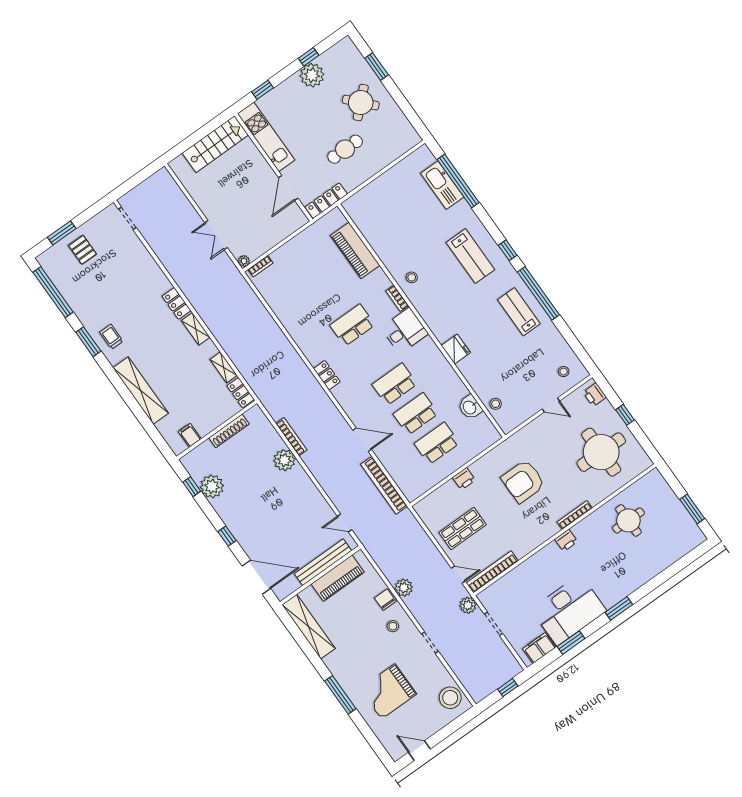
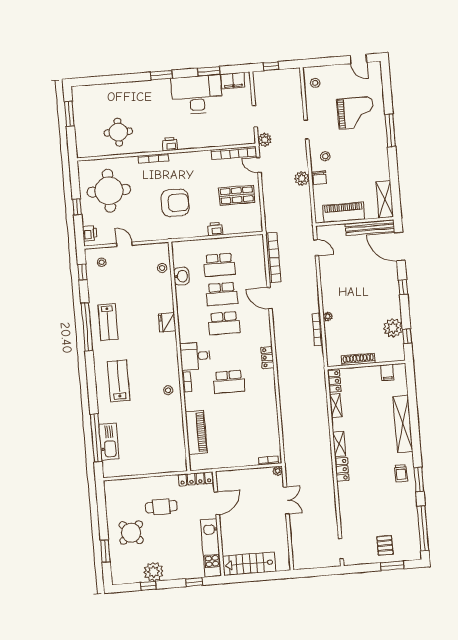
window: (508, 250) -> (82, 272), moved
plant: (284, 460) -> (328, 316), width x0.53, depth x0.53
bench: (323, 562) -> (370, 228), moved
shelving: (309, 627) -> (385, 199), width x0.68
stool: (450, 698) -> (315, 83), width x0.53, depth x0.53

